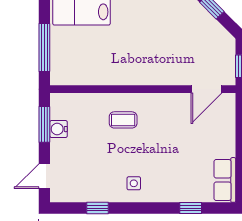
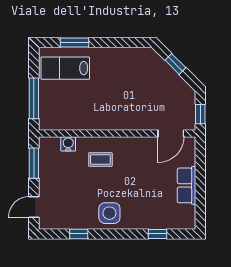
water cooler: (59, 129) -> (68, 144), moved, turned 90
row of seats: (225, 180) -> (186, 185), moved
side table: (134, 183) -> (109, 213), width x1.87, depth x1.87

